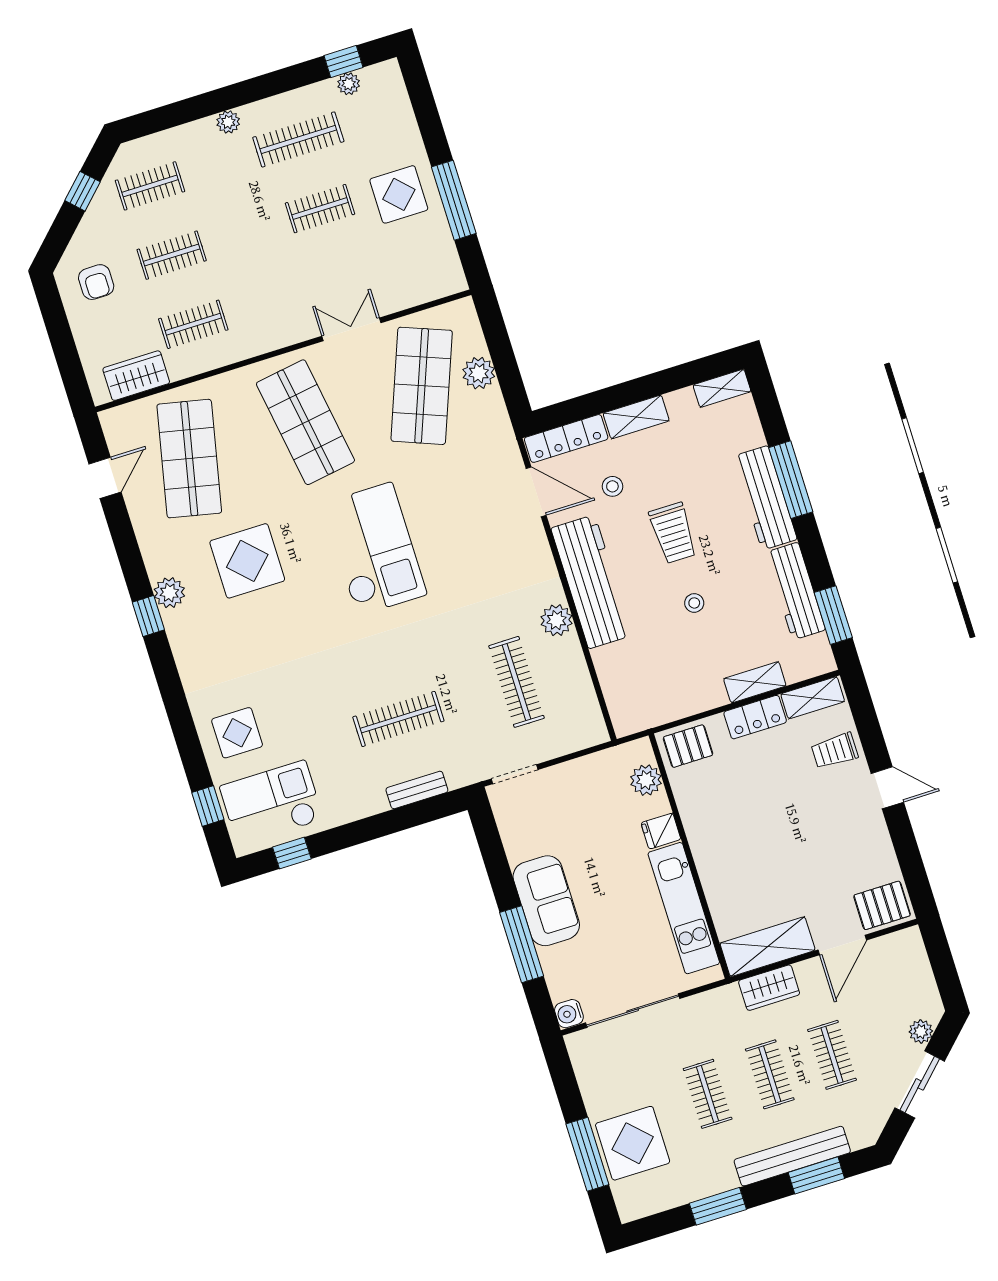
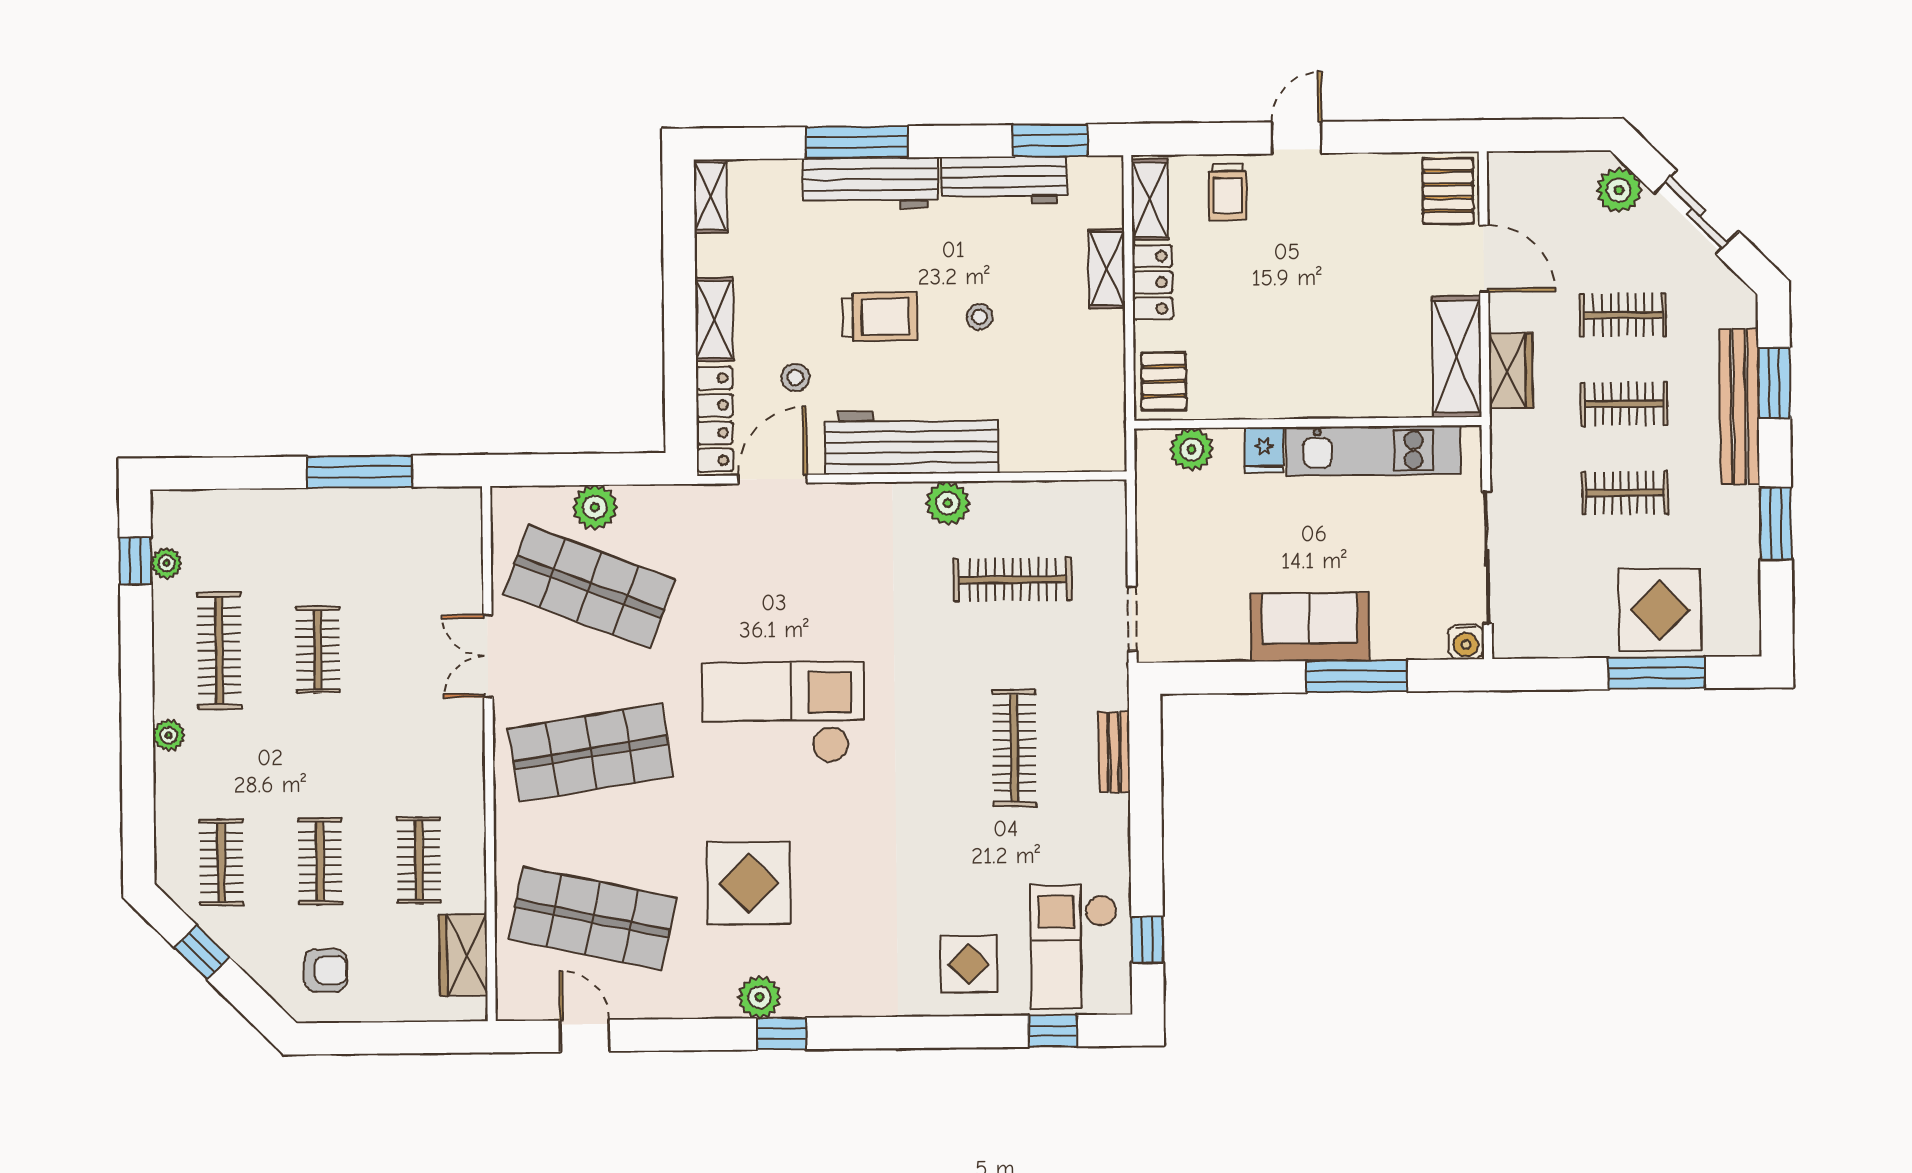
display table: (399, 194) -> (330, 541), removed
plant: (921, 1031) -> (1619, 190), width x1.38, depth x1.38

